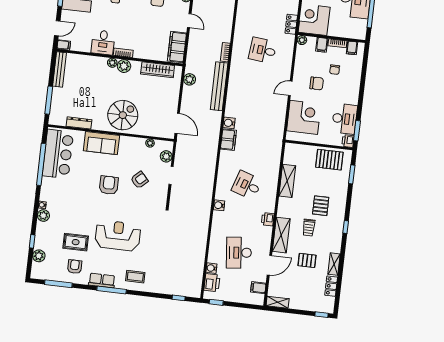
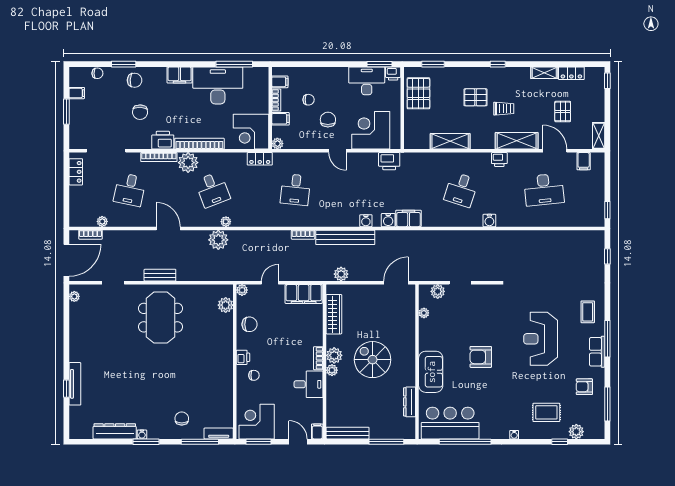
spiral stairs: (123, 115) -> (373, 360), moved
armchair: (139, 180) -> (470, 321), removed
plant: (43, 215) -> (527, 432), removed
rug: (76, 242) -> (546, 412), moved, turned 90
pallet: (307, 260) -> (563, 111), moved
water cooler: (211, 268) -> (366, 221), moved
printer: (212, 283) -> (389, 161), moved, turned 180

